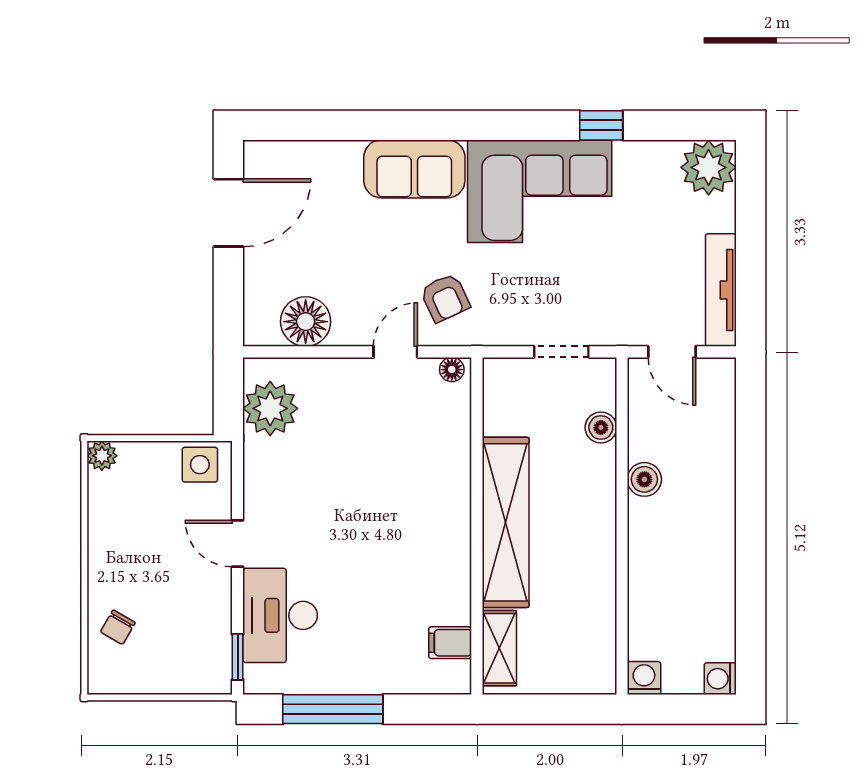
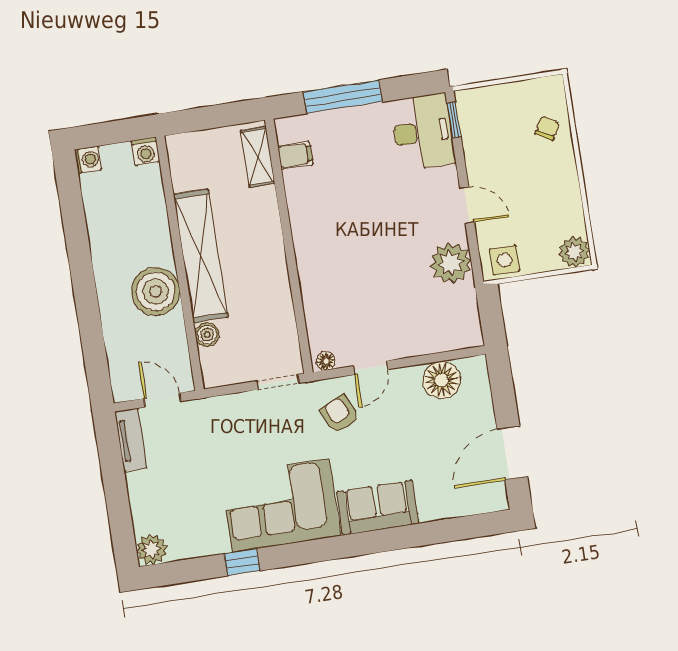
plant: (709, 167) -> (152, 549), width x0.73, depth x0.73
tv unit: (721, 290) -> (131, 440), width x0.71
doorway: (561, 352) -> (278, 382), moved
plant: (270, 408) -> (451, 263), moved
plant: (102, 456) -> (574, 252), width x1.38, depth x1.38
boiler: (644, 479) -> (156, 291), width x1.86, depth x1.86
shelving: (506, 522) -> (201, 256), moved
desk: (280, 615) -> (423, 132), moved
window: (333, 709) -> (343, 97), moved

